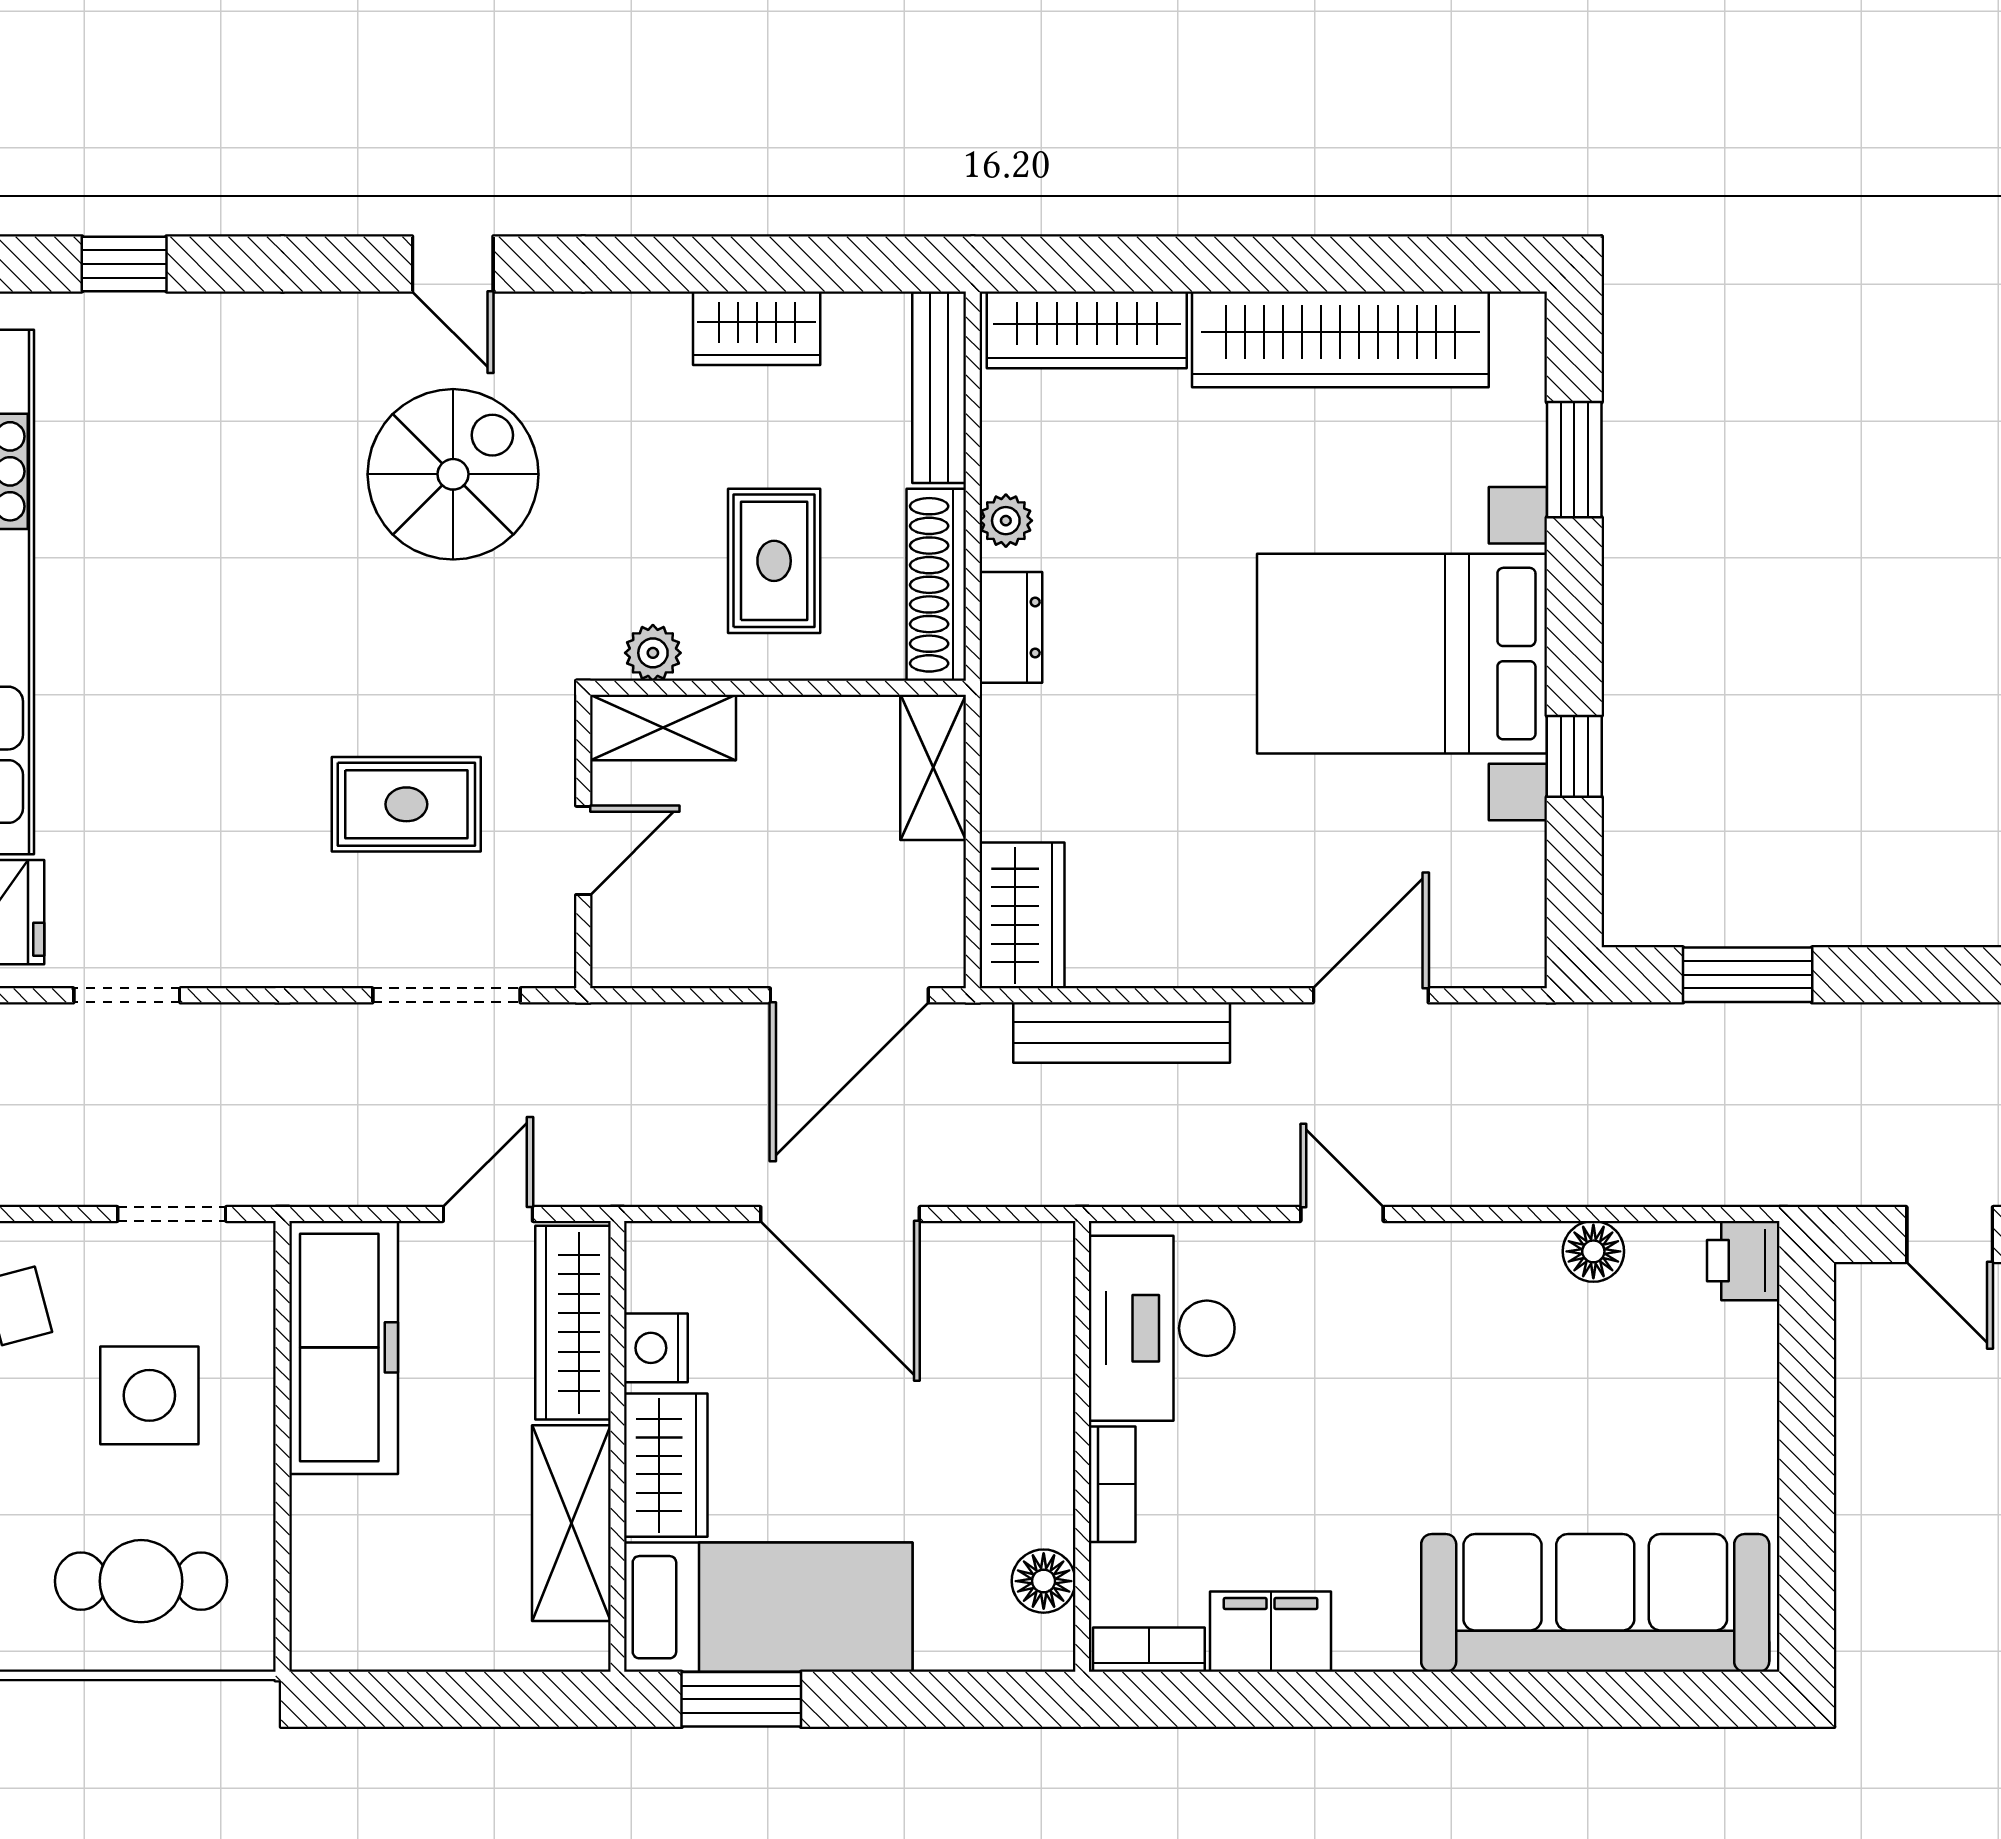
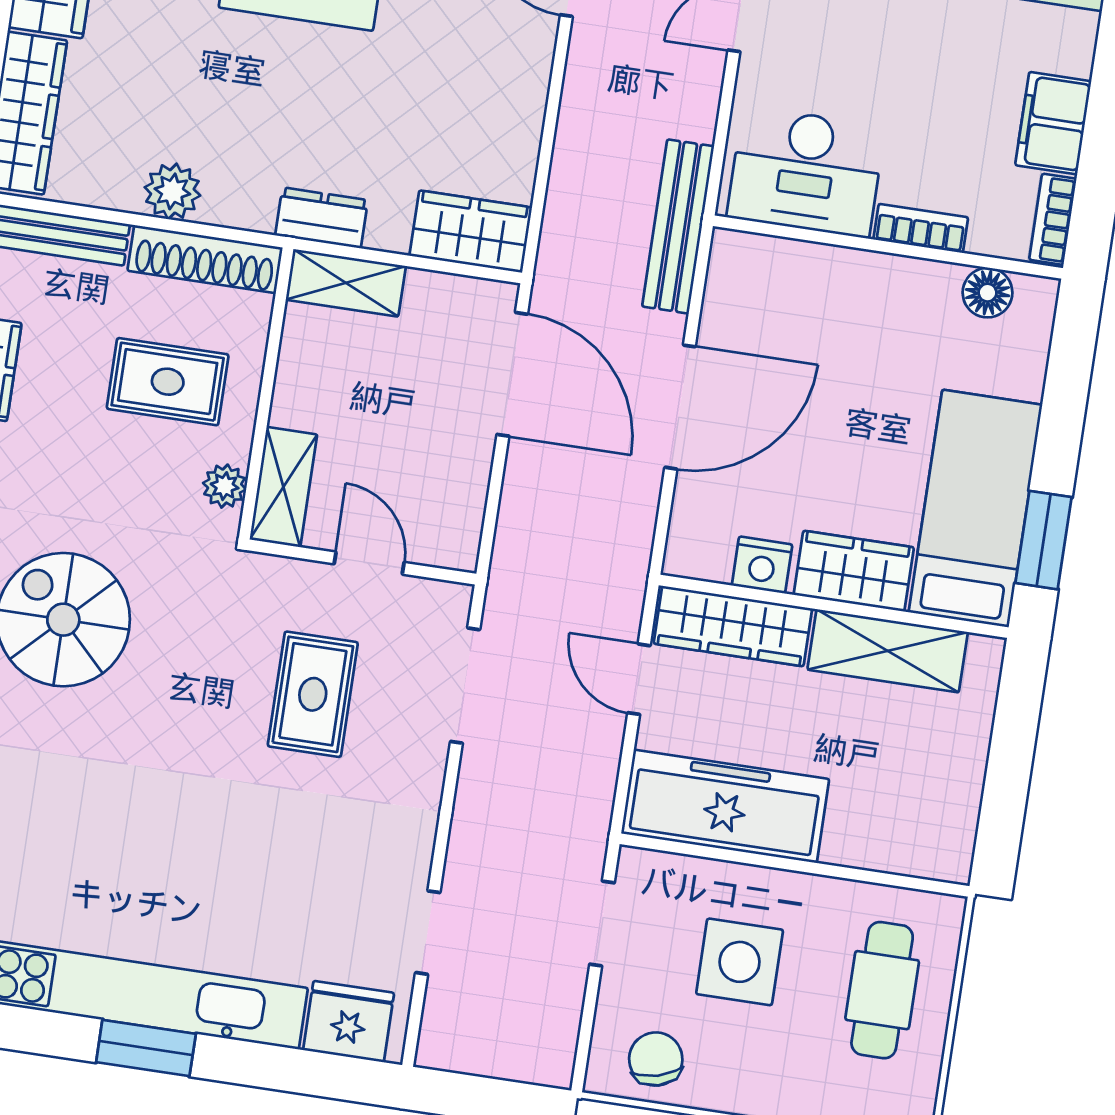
plant: (1006, 521) -> (172, 191), width x1.38, depth x1.38
dresser: (1011, 627) -> (322, 218), moved
bench: (1122, 1032) -> (678, 226), moved

